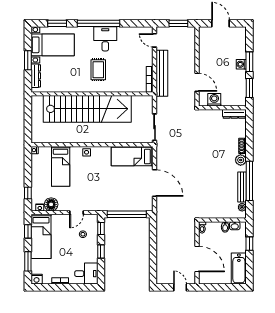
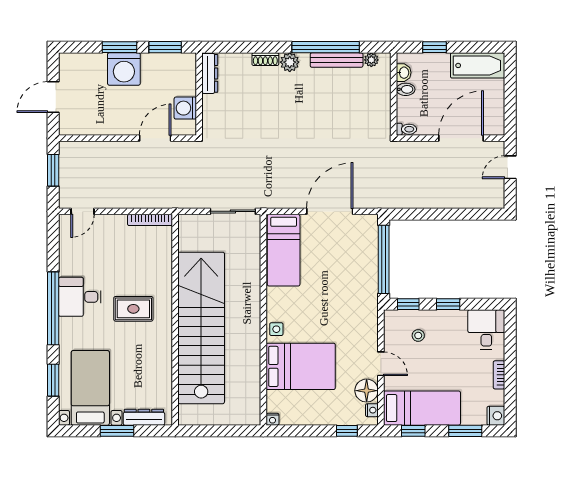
washing machine: (241, 64) -> (124, 69), width x1.89, depth x1.89
bench: (162, 73) -> (139, 199), removed
bed: (61, 166) -> (301, 366), width x1.50
door: (77, 213) -> (381, 364), moved

